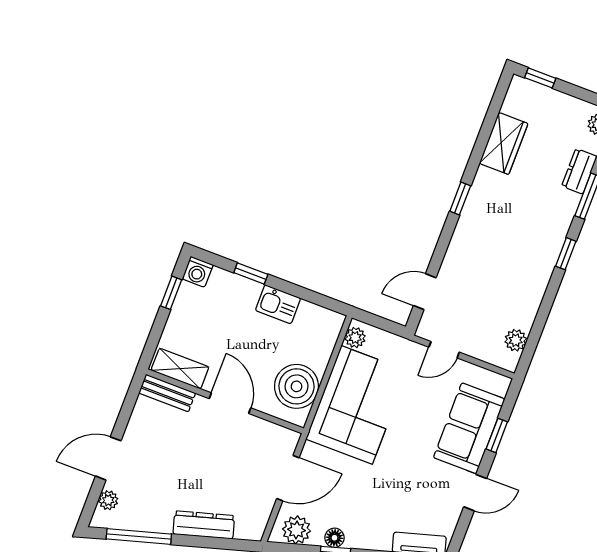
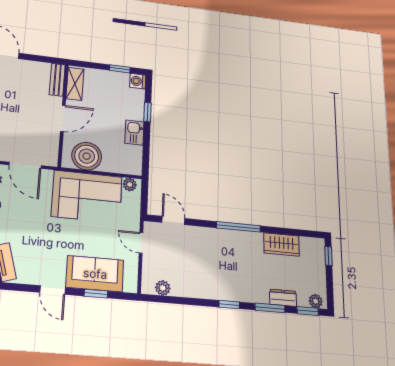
window: (460, 198) -> (238, 227), width x2.17

